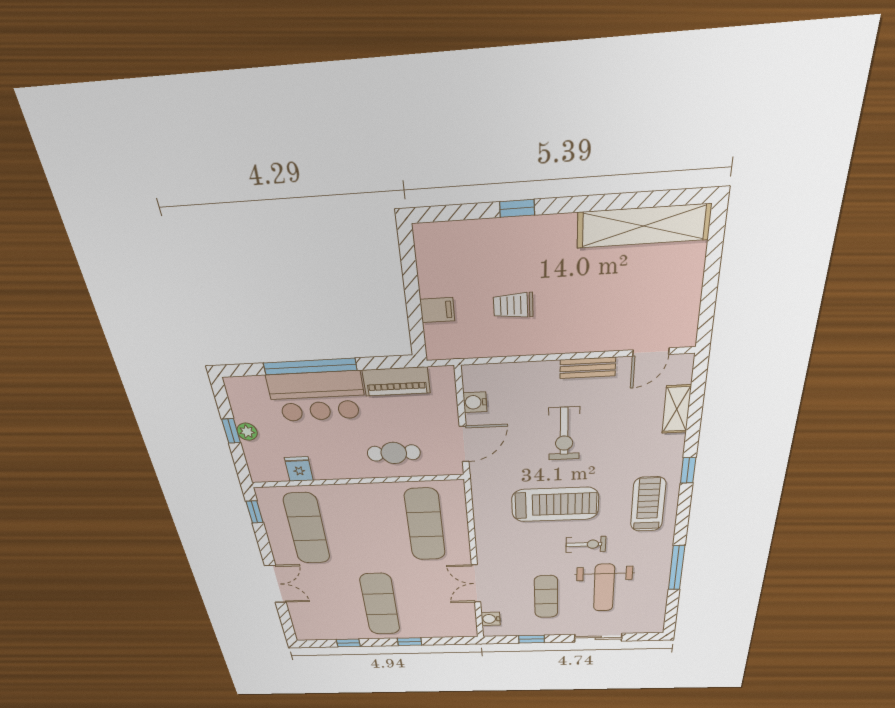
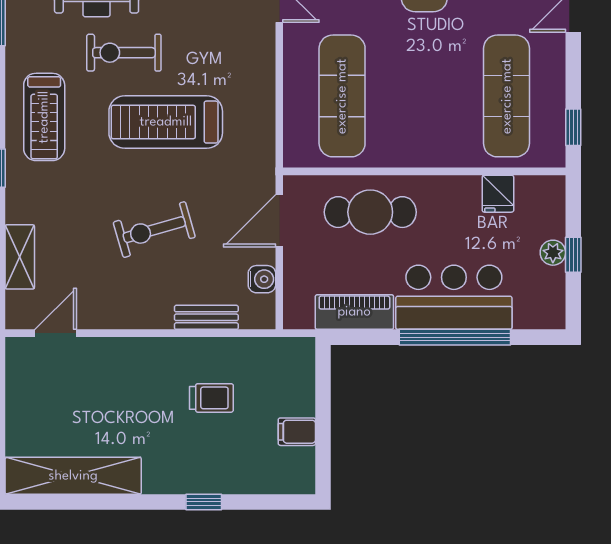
filing cabinet: (437, 310) -> (297, 432), moved
bench: (588, 368) -> (206, 317), moved
exercise bike: (564, 434) -> (154, 230), turned -106
cafe table: (394, 453) -> (370, 212), width x1.37, depth x1.35
exercise bike: (586, 544) -> (124, 53), width x1.38, depth x1.39

